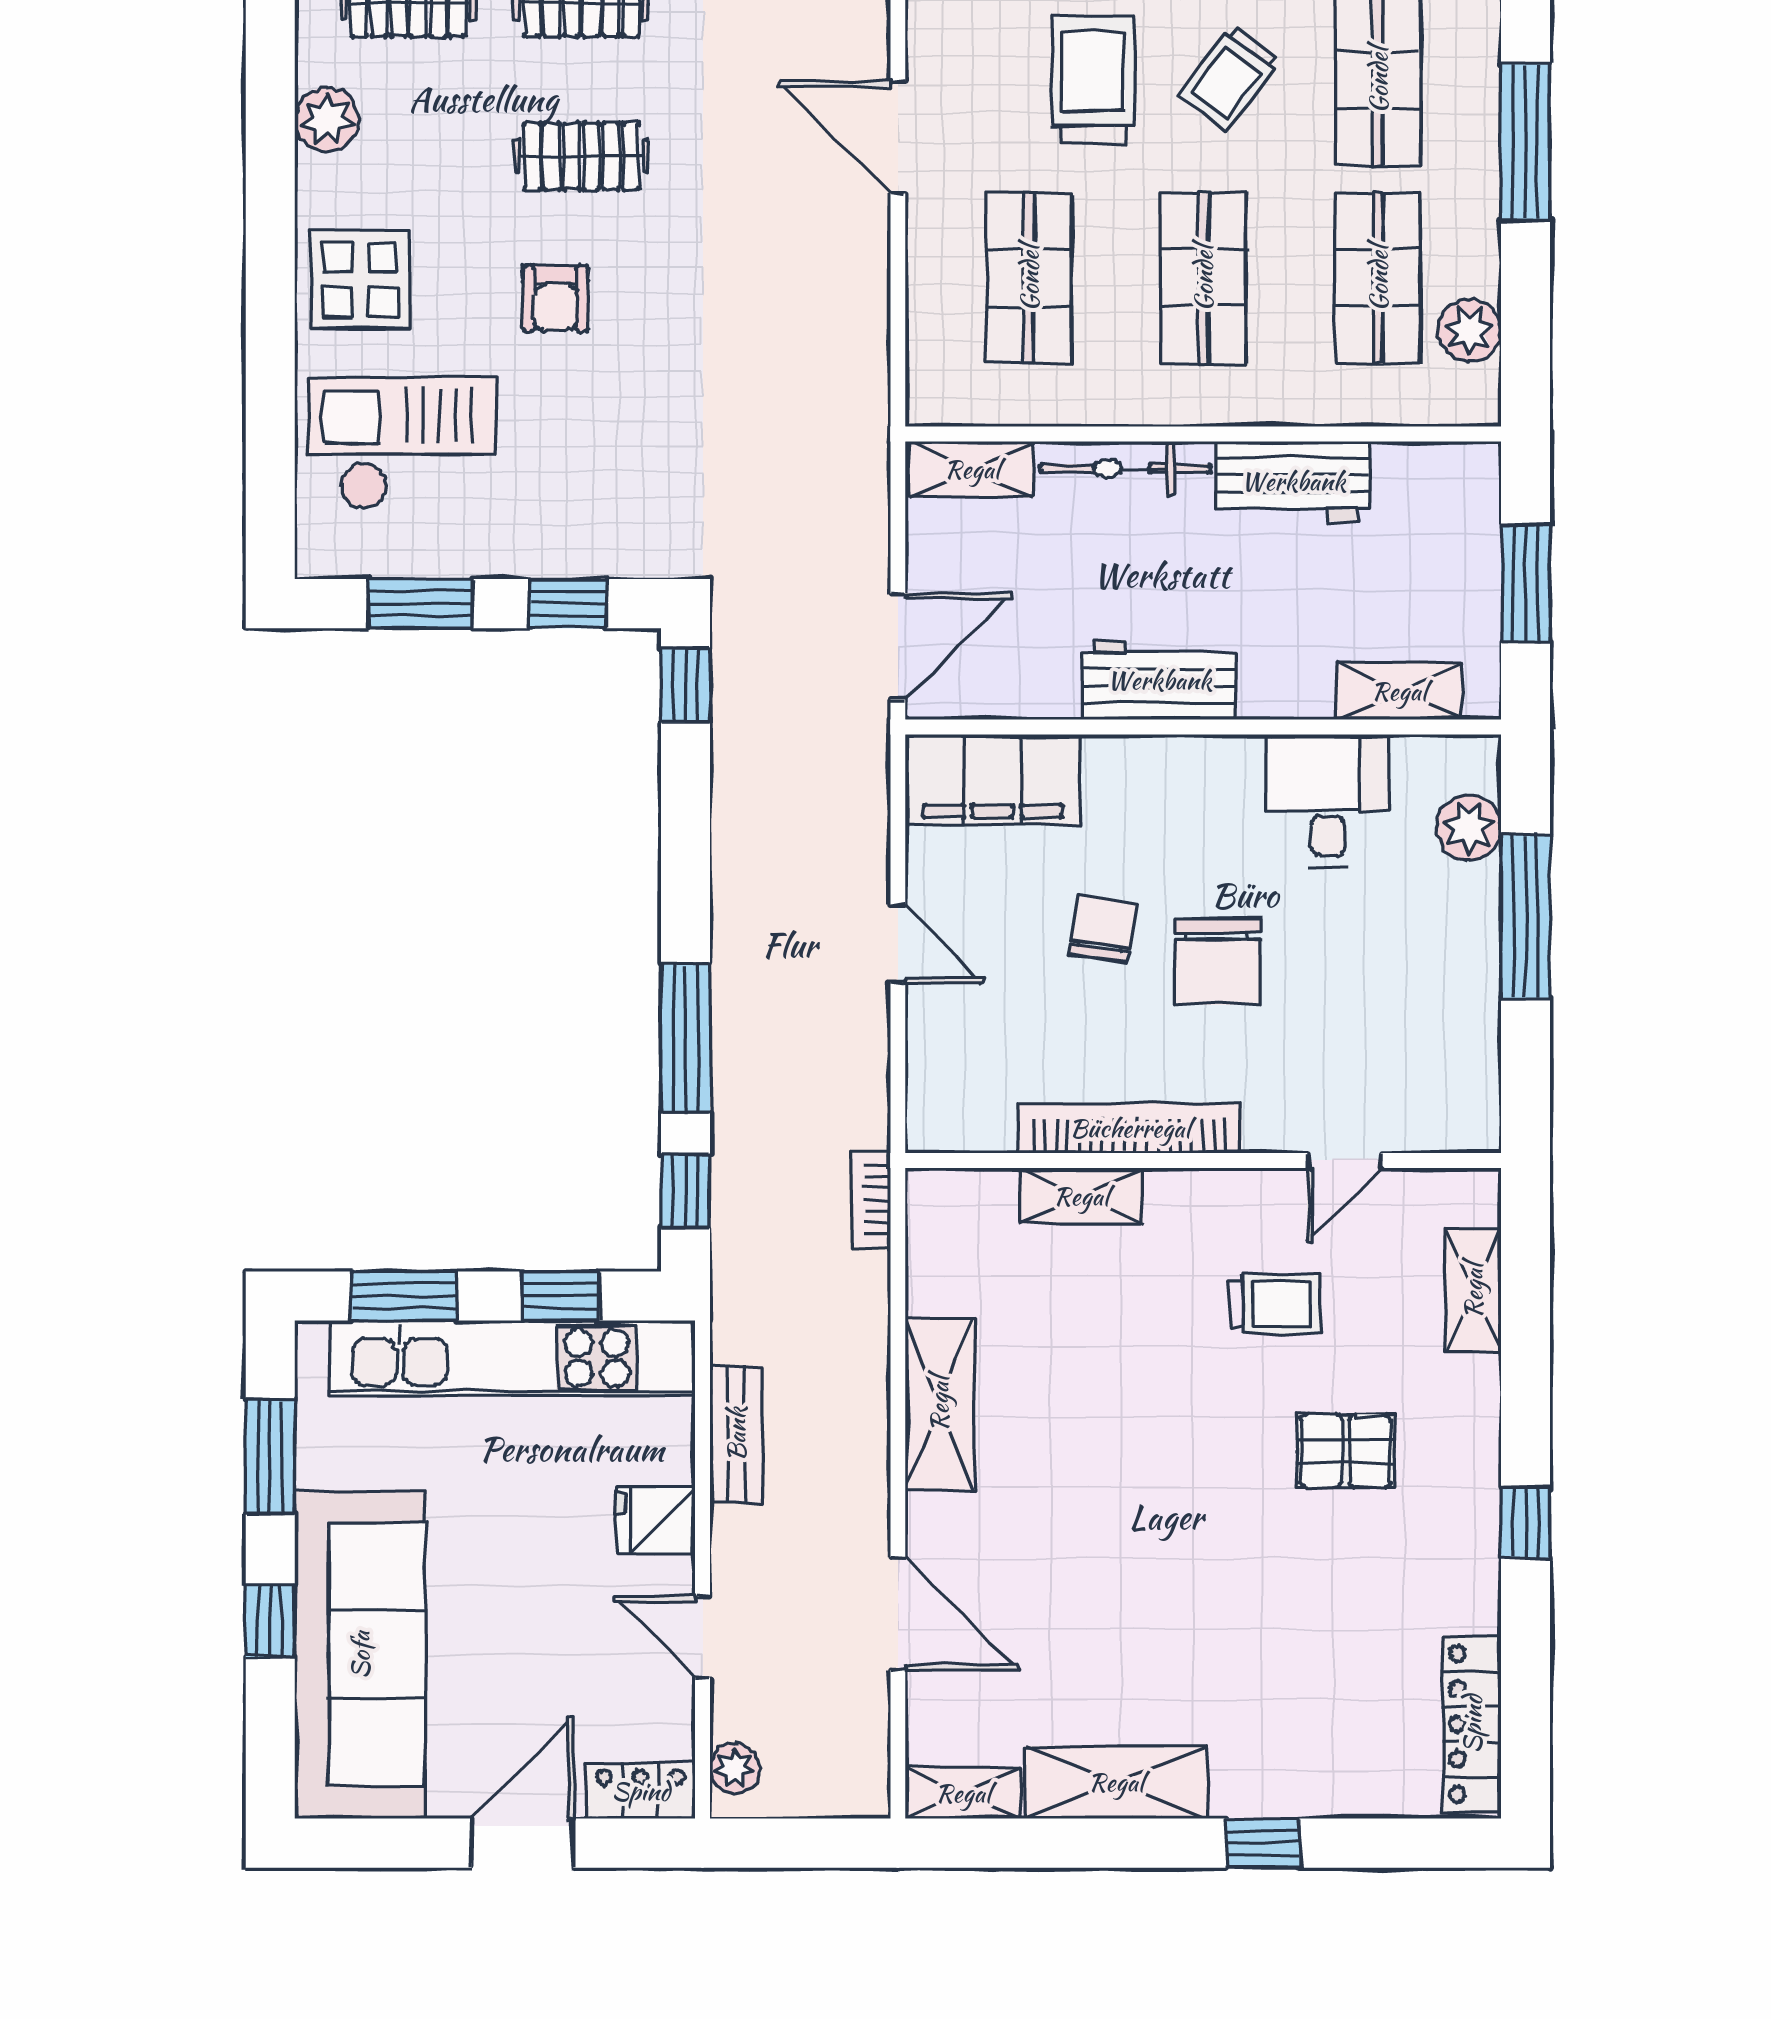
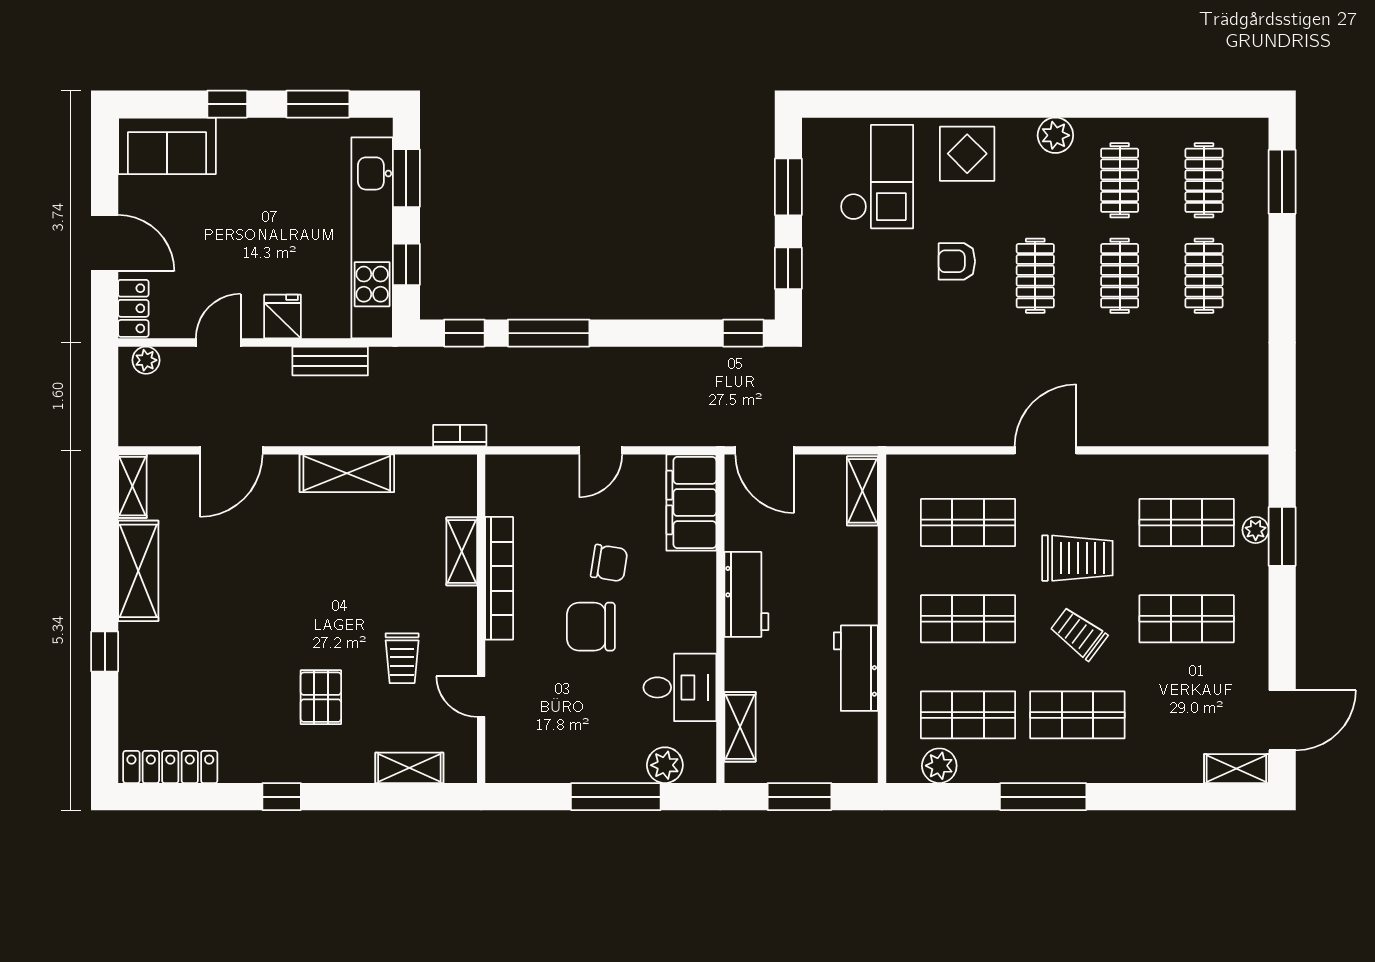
bicycle: (1125, 468) -> (863, 575), removed
sofa: (360, 1655) -> (167, 146), width x0.54, depth x0.79

